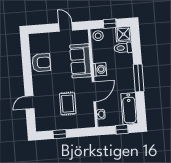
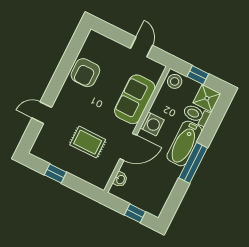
armchair: (41, 63) -> (85, 73), turned 90
rug: (68, 104) -> (88, 142), turned 90
bathtub: (129, 108) -> (184, 143), moved

